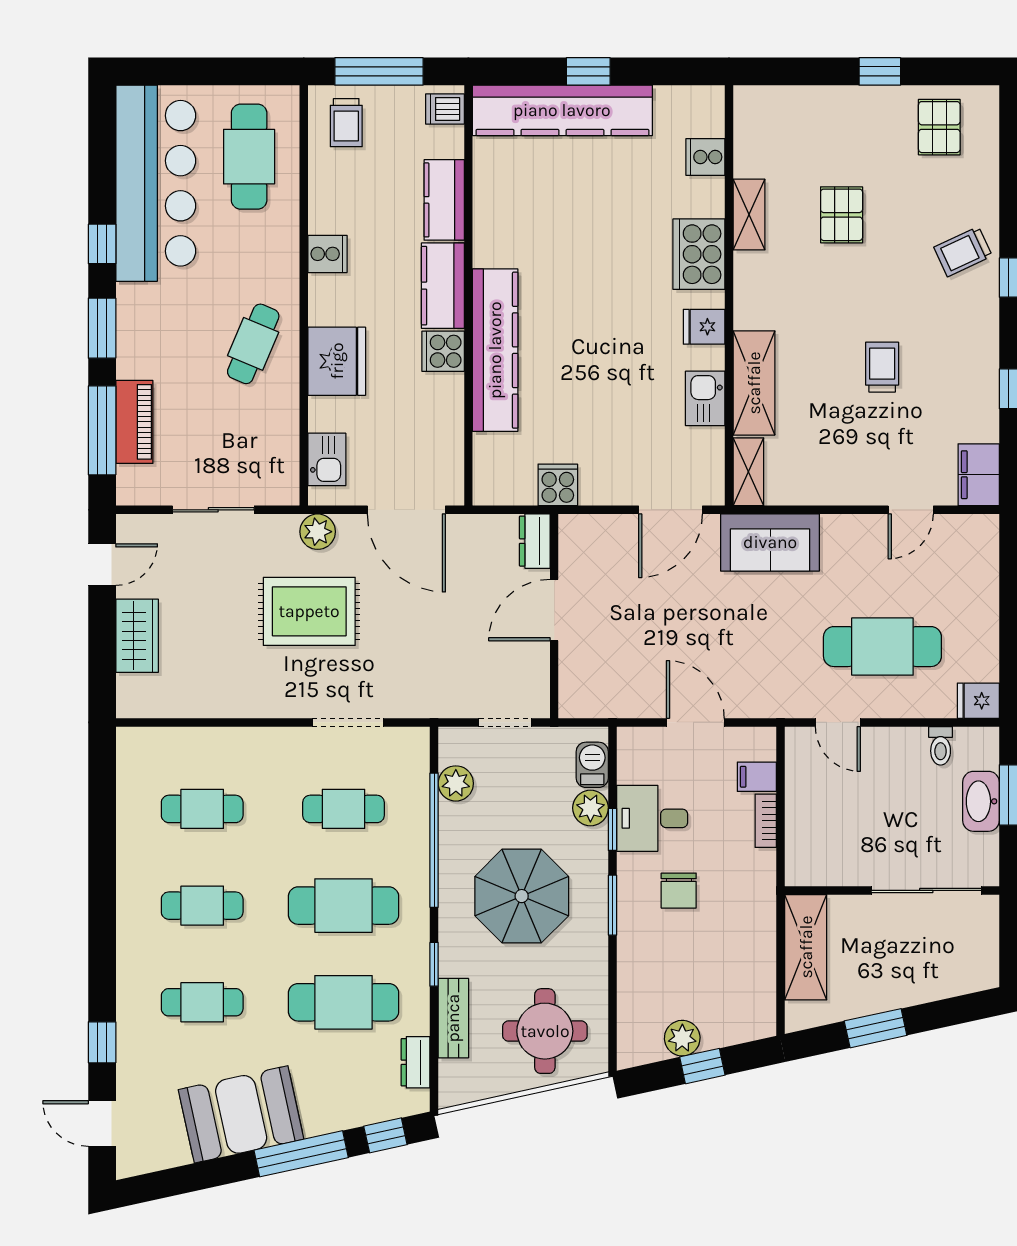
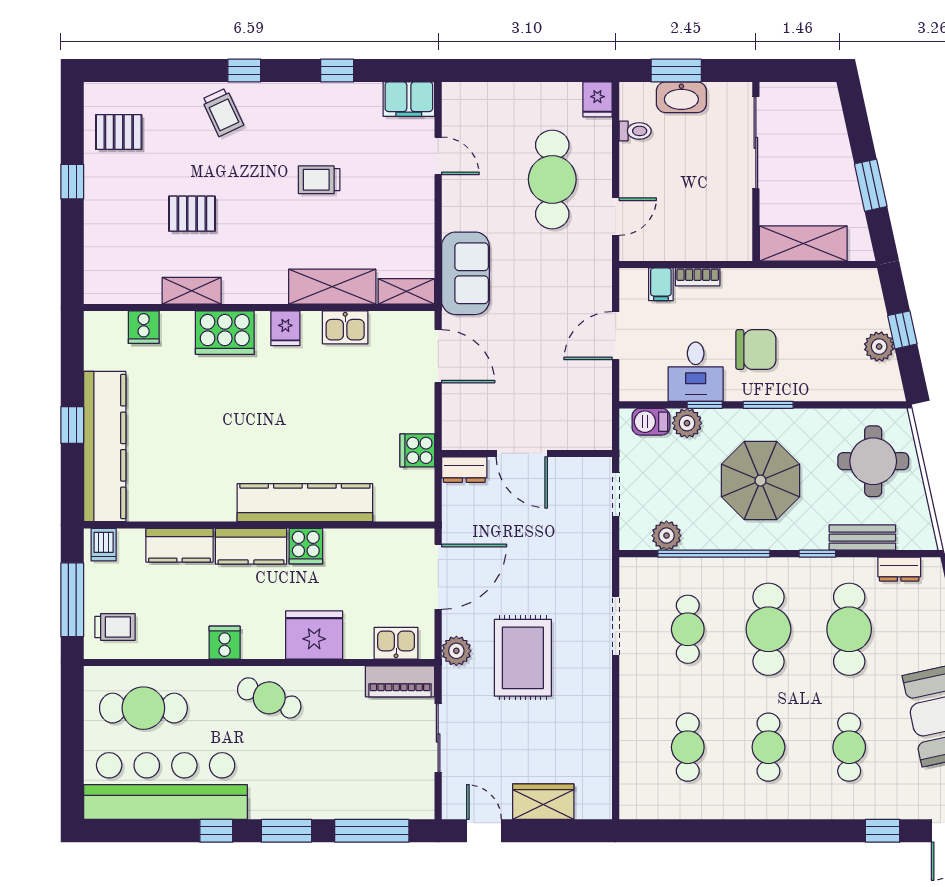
cafe table: (253, 344) -> (269, 698), moved
piano: (134, 422) -> (400, 681), moved, turned 180
chair: (679, 891) -> (756, 350), width x1.37, depth x1.37

